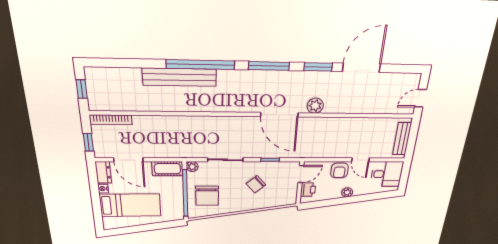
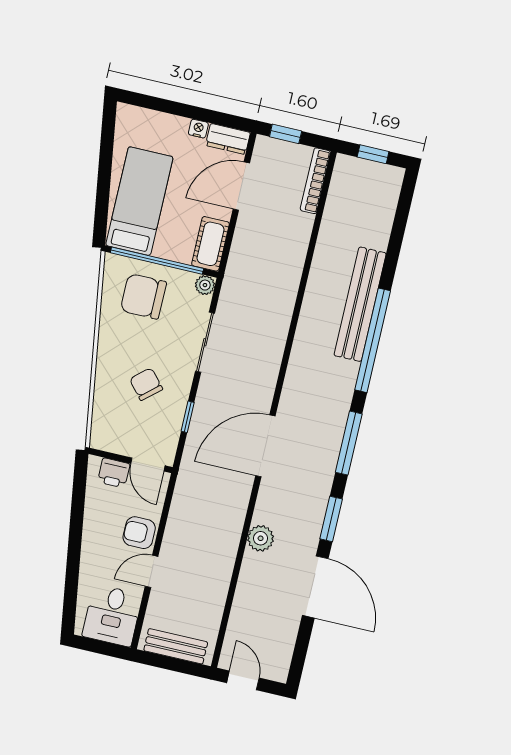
plant: (315, 106) -> (261, 538), moved
plant: (347, 192) -> (91, 542), removed
bed: (130, 205) -> (139, 201), moved, turned 180

